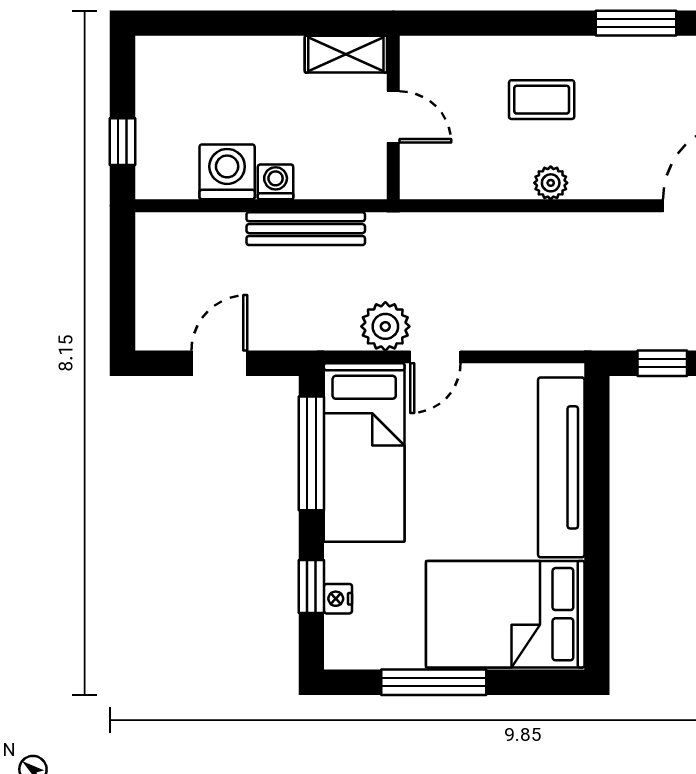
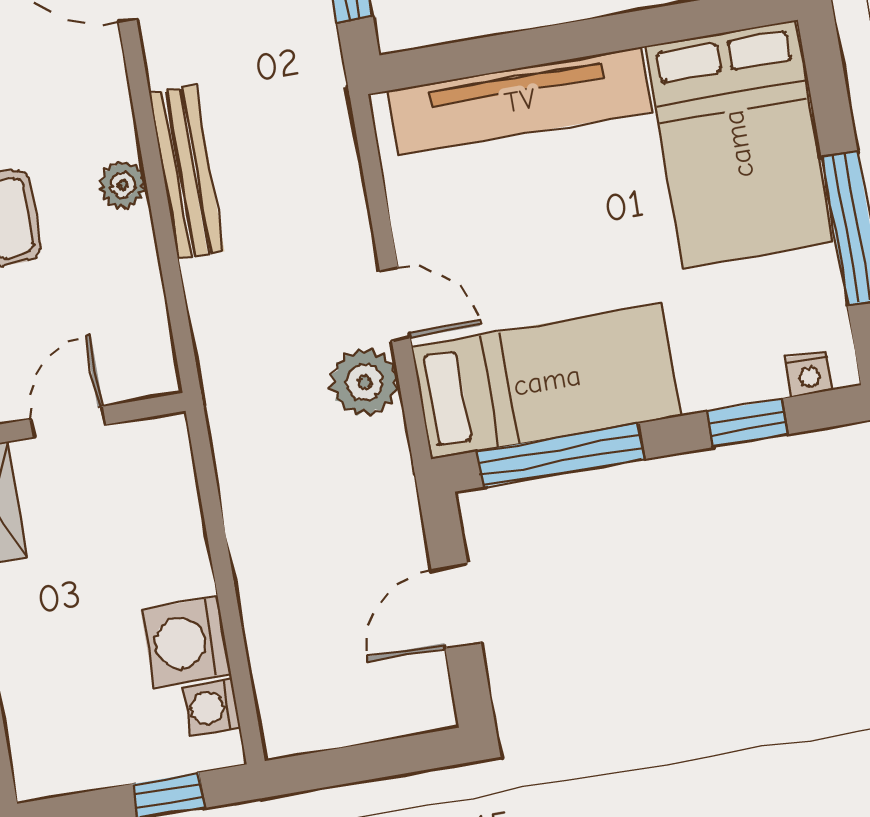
washing machine: (276, 182) -> (212, 707), moved
bench: (306, 229) -> (187, 172), moved
door: (219, 363) -> (456, 606), hinge flipped
nightstand: (338, 599) -> (809, 374), moved

